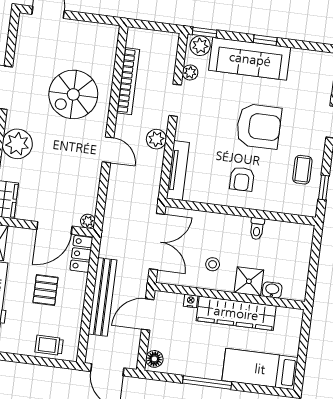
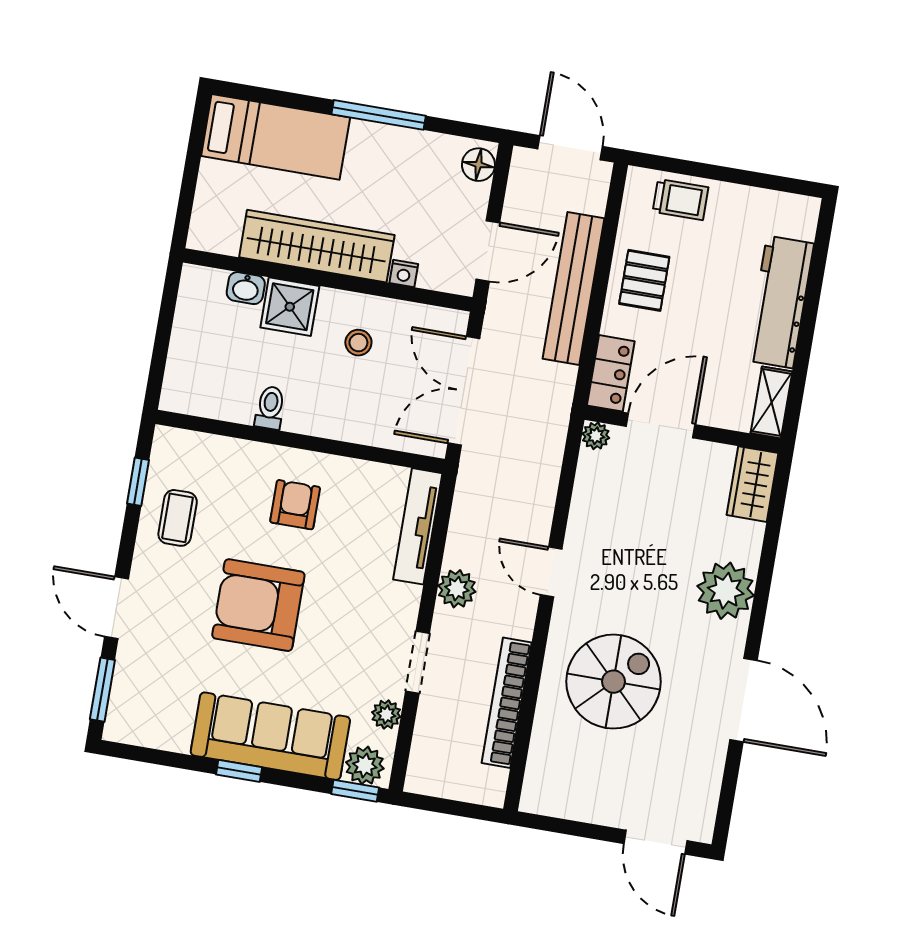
pallet: (45, 290) -> (644, 280), moved

